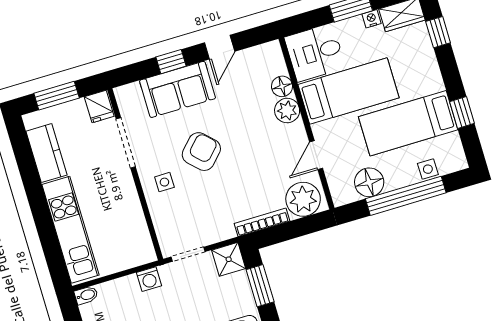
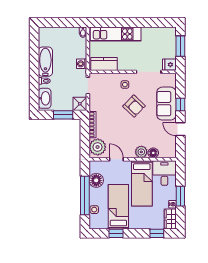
kitchen counter: (46, 153) -> (104, 64), moved, turned 180

